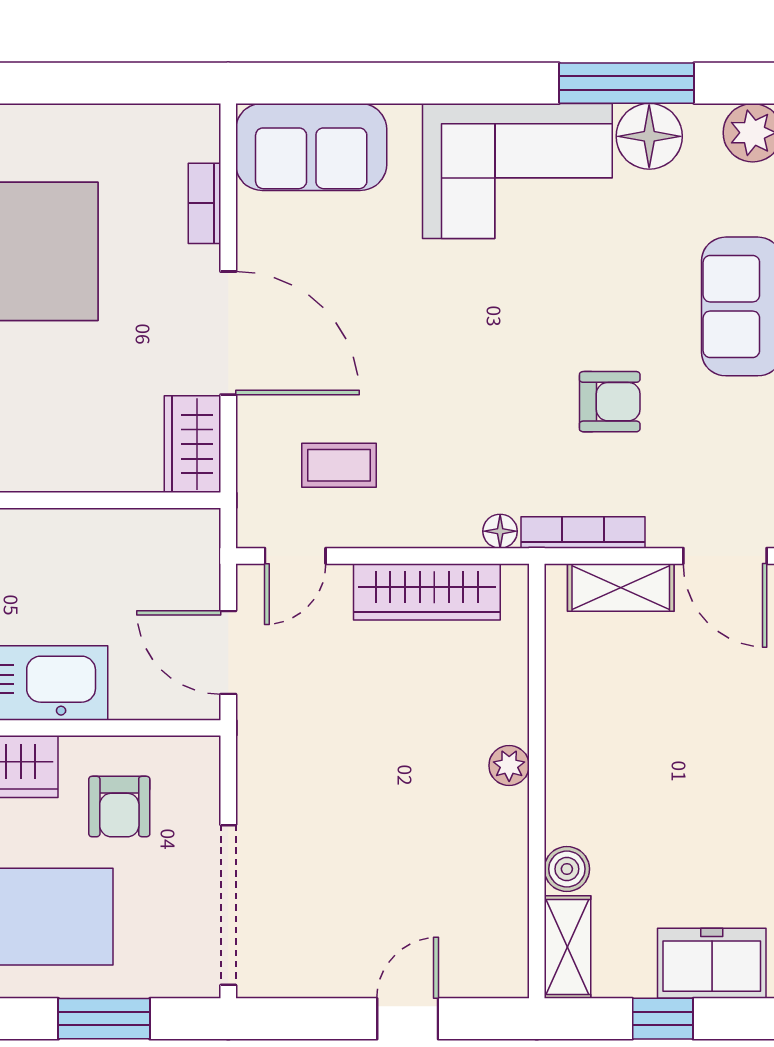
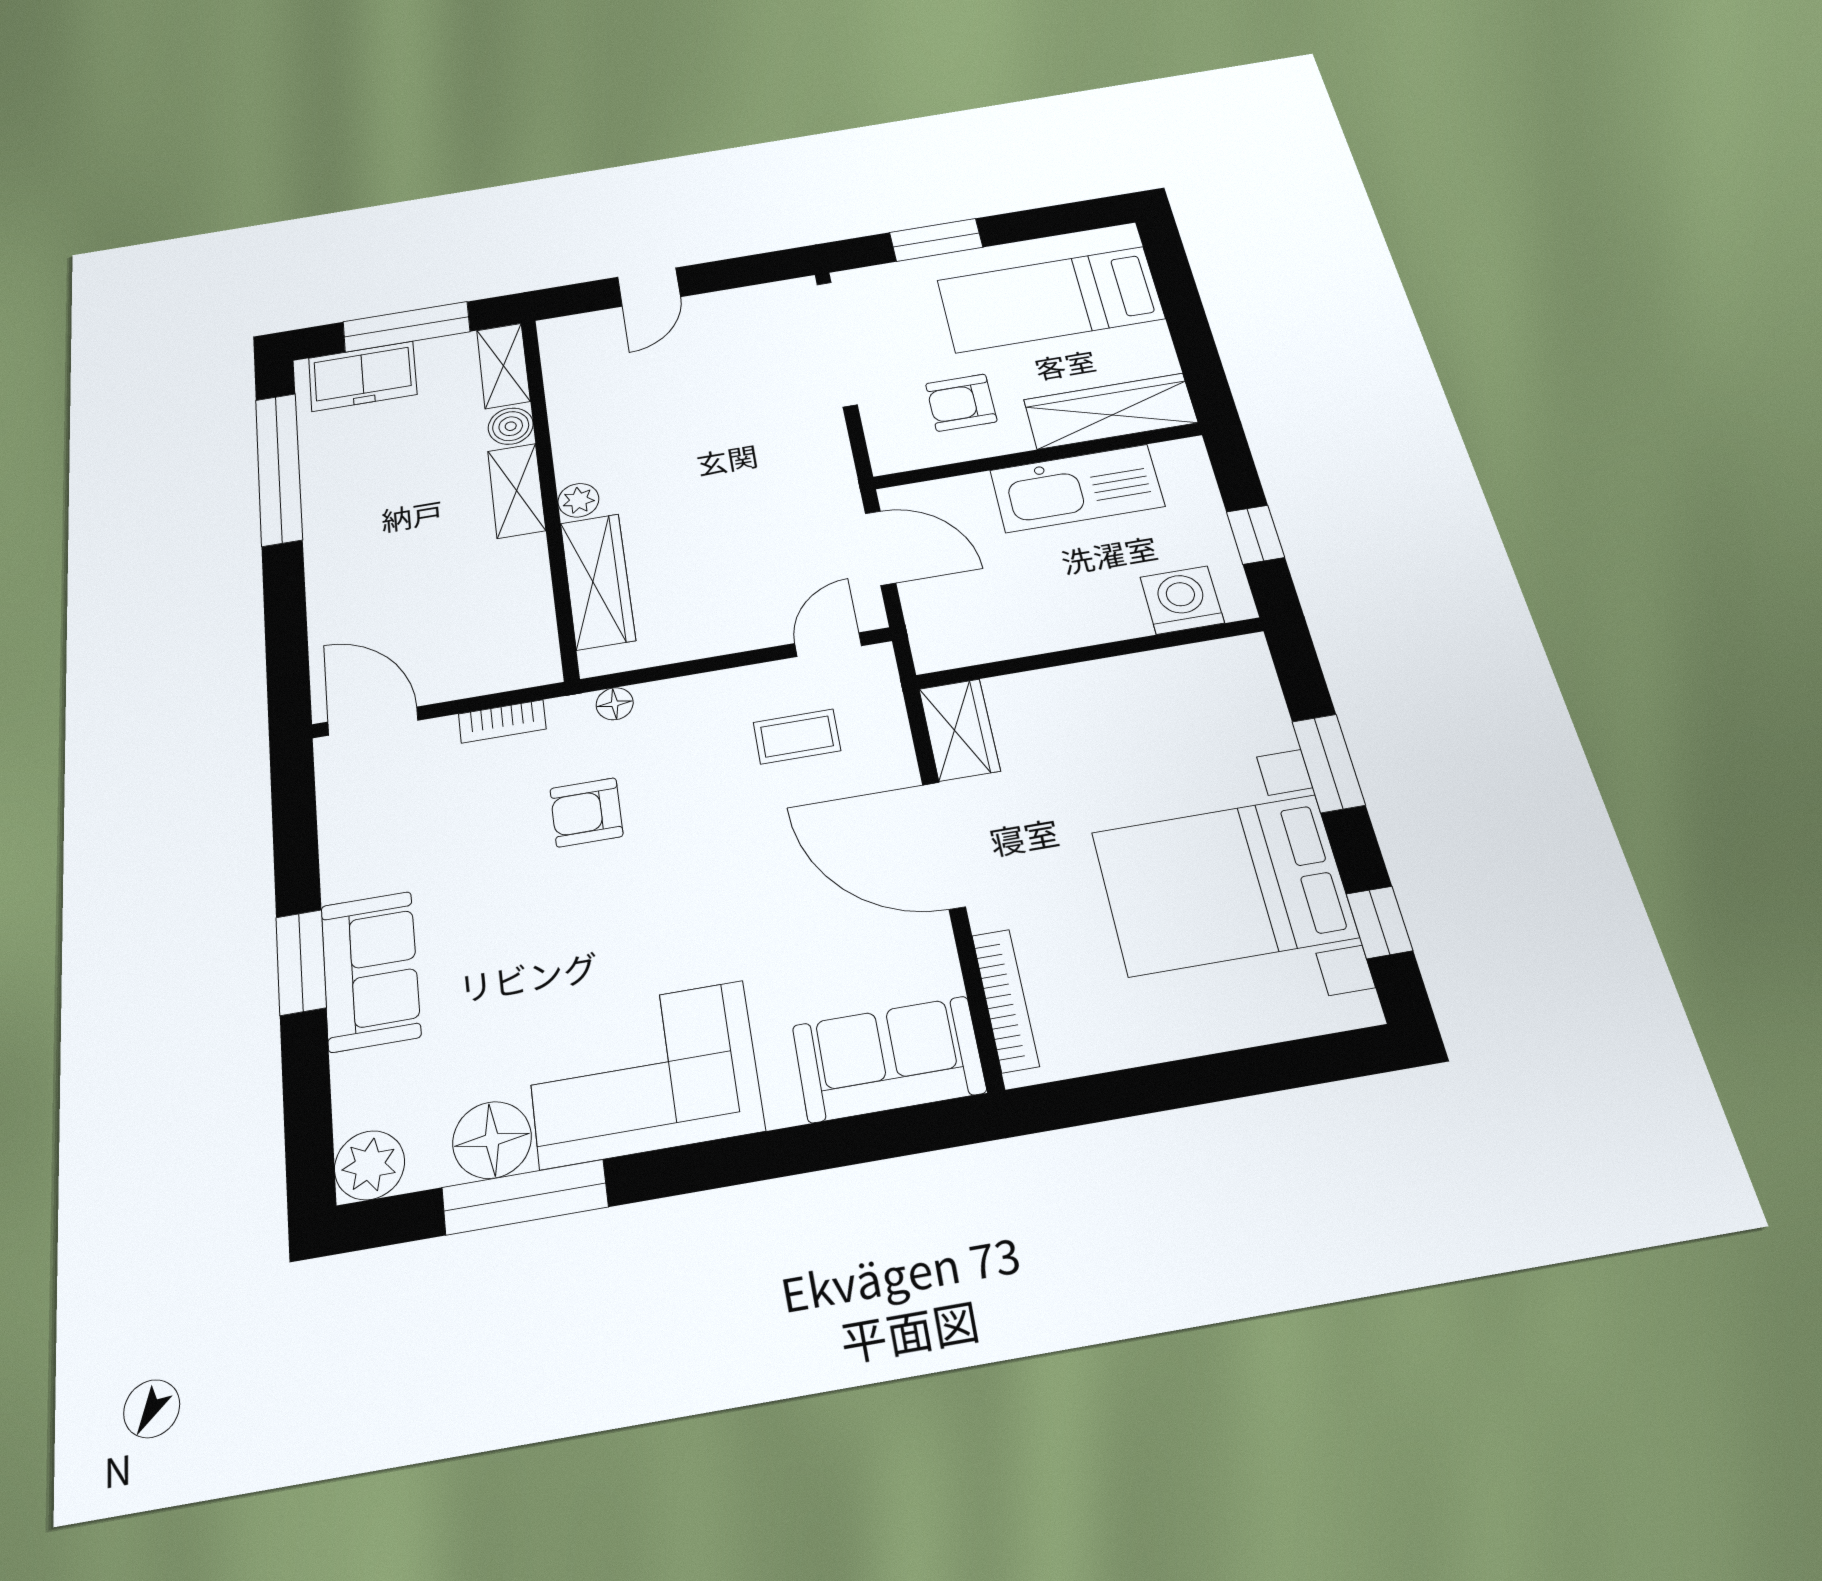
bookcase: (205, 203) -> (1005, 1000), width x1.56
armchair: (610, 402) -> (586, 812), moved
bookcase: (583, 533) -> (502, 721), width x0.64
shelving: (621, 587) -> (517, 491), moved, turned 90
wardrobe: (427, 592) -> (598, 581), moved, turned 90
armchair: (119, 807) -> (961, 403), turned -90
window: (663, 1019) -> (406, 327), width x2.17

